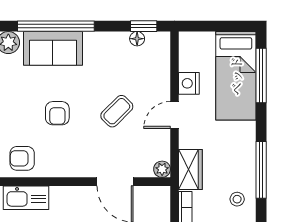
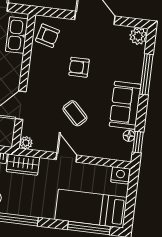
window: (56, 26) -> (146, 74), width x0.68
sofa: (53, 48) -> (125, 105), moved
nightstand: (189, 83) -> (120, 175), moved
armchair: (22, 158) -> (48, 36), turned 105

